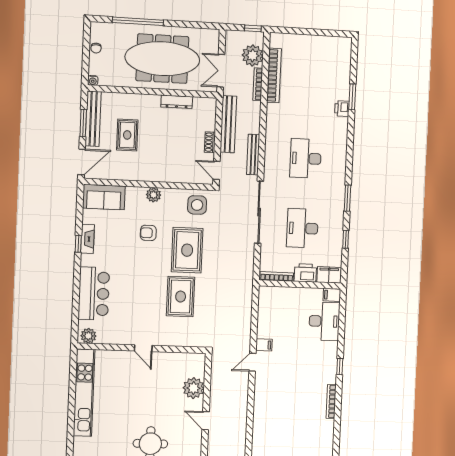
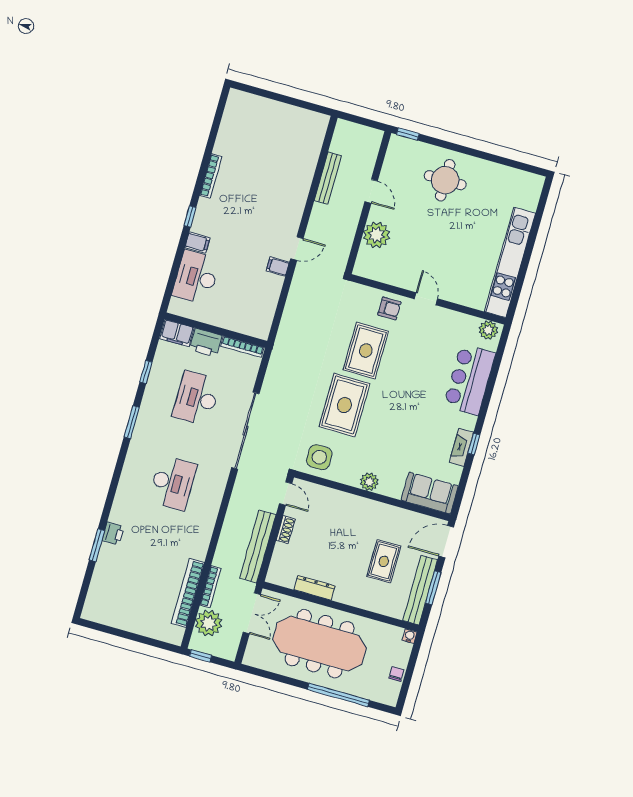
bench: (253, 155) -> (328, 178), moved
desk: (302, 228) -> (197, 398), turned 180
armchair: (148, 233) -> (389, 308), moved
filing cabinet: (332, 295) -> (197, 243), moved

